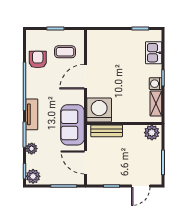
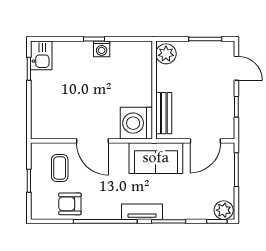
kitchen sink: (154, 53) -> (41, 55), moved, turned -90
shelving: (156, 103) -> (128, 48), removed
plant: (32, 149) -> (187, 212), removed

